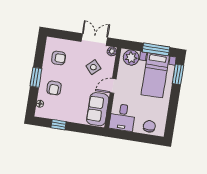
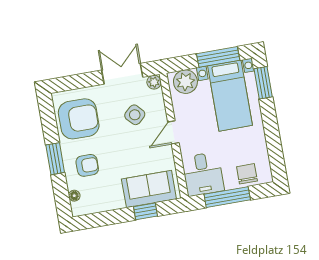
armchair: (59, 58) -> (79, 119), width x1.88, depth x1.88
armchair: (54, 88) -> (87, 165), turned -90
sofa: (98, 109) -> (149, 189), moved, turned 90
window: (58, 125) -> (146, 211), moved
window: (132, 136) -> (227, 197), added

